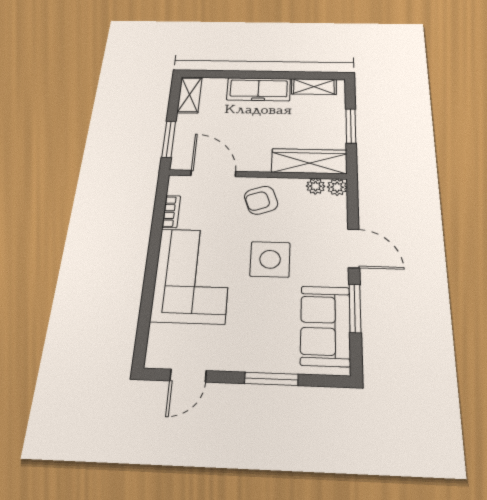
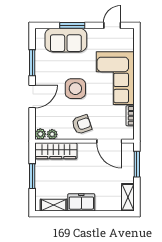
freezer: (259, 89) -> (81, 202), width x0.71
door: (354, 248) -> (32, 96), swing flipped
sofa: (325, 325) -> (66, 40), moved, turned 90

